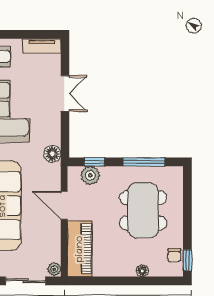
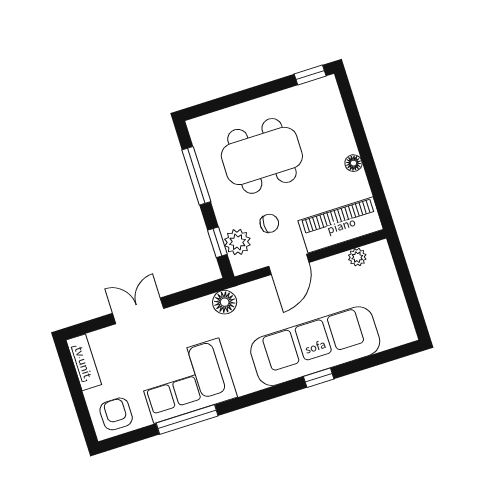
chair: (174, 255) -> (269, 223), moved
plant: (54, 269) -> (357, 257), moved
floor lamp: (142, 271) -> (353, 163), moved
sliding door: (26, 281) -> (407, 284), removed

